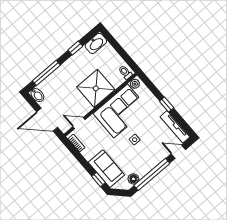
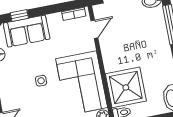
shower: (96, 88) -> (126, 87), moved

